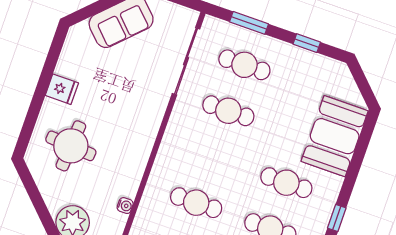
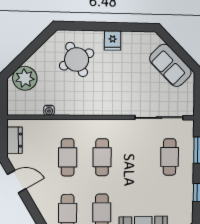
cafe table: (228, 111) -> (102, 157), moved
round table: (71, 146) -> (77, 59), turned -31

